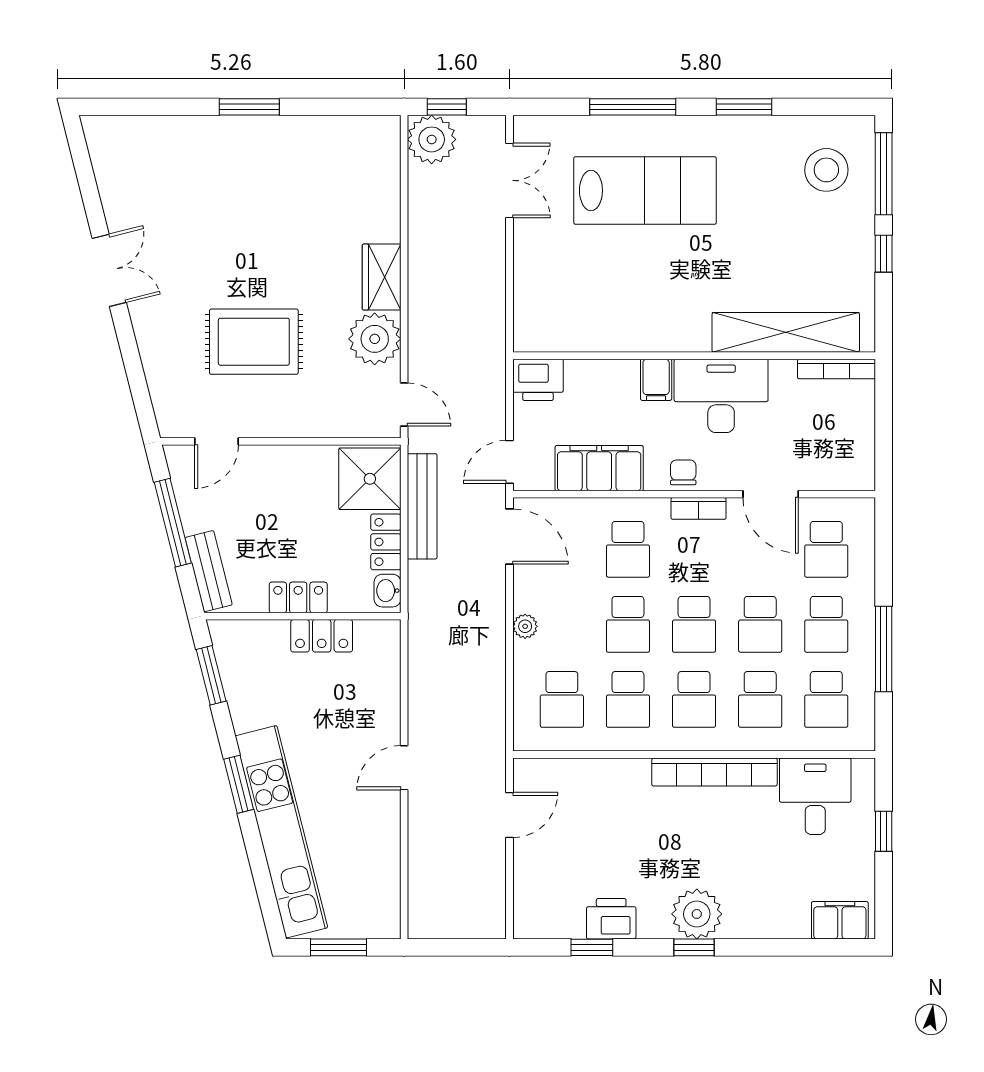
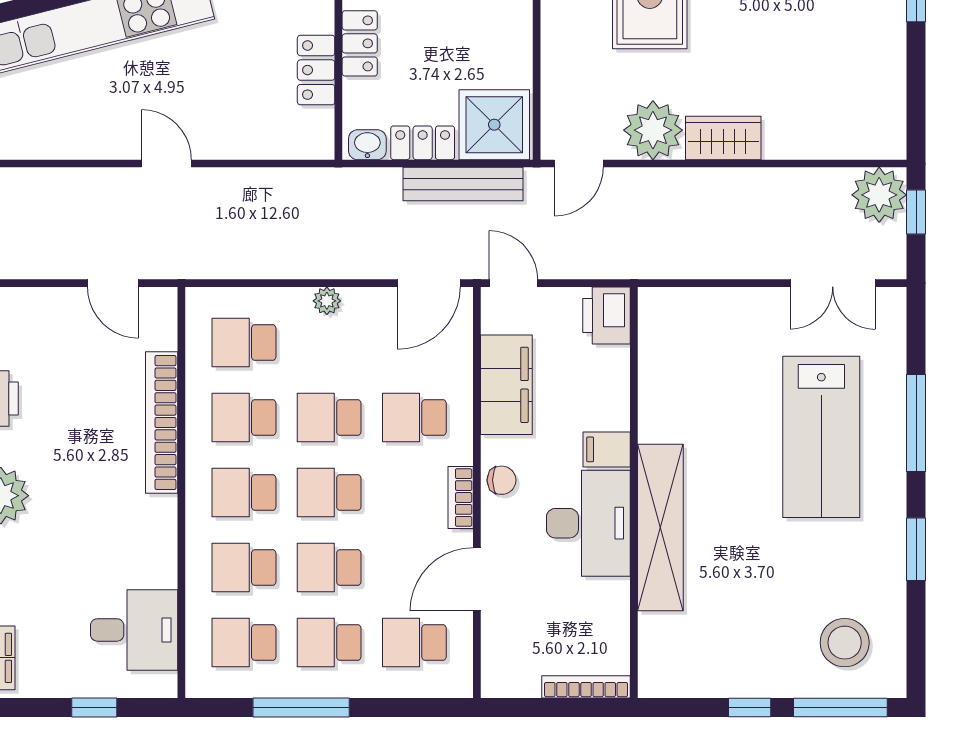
shelving: (786, 332) -> (660, 528), moved
bookcase: (836, 369) -> (586, 687), moved, turned 90
bookcase: (714, 772) -> (162, 423), moved

